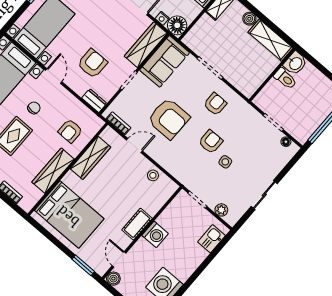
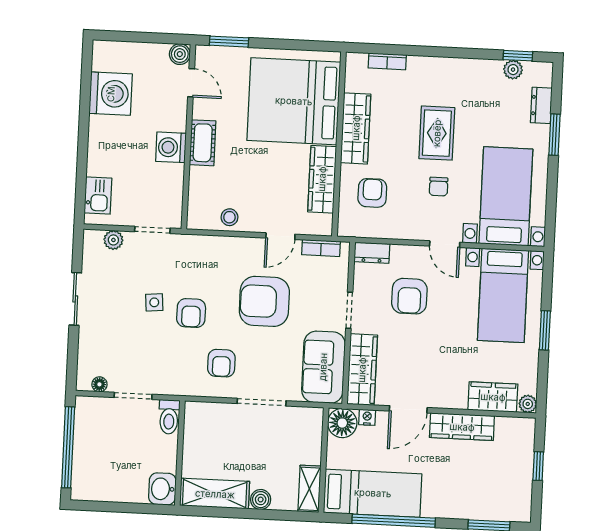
toilet: (285, 78) -> (169, 417), moved, turned -90
bed: (69, 215) -> (294, 101), width x1.36

